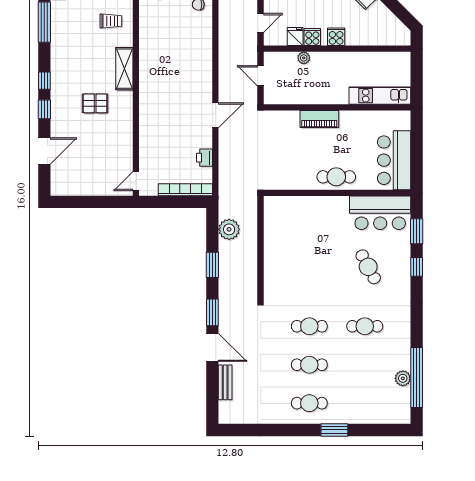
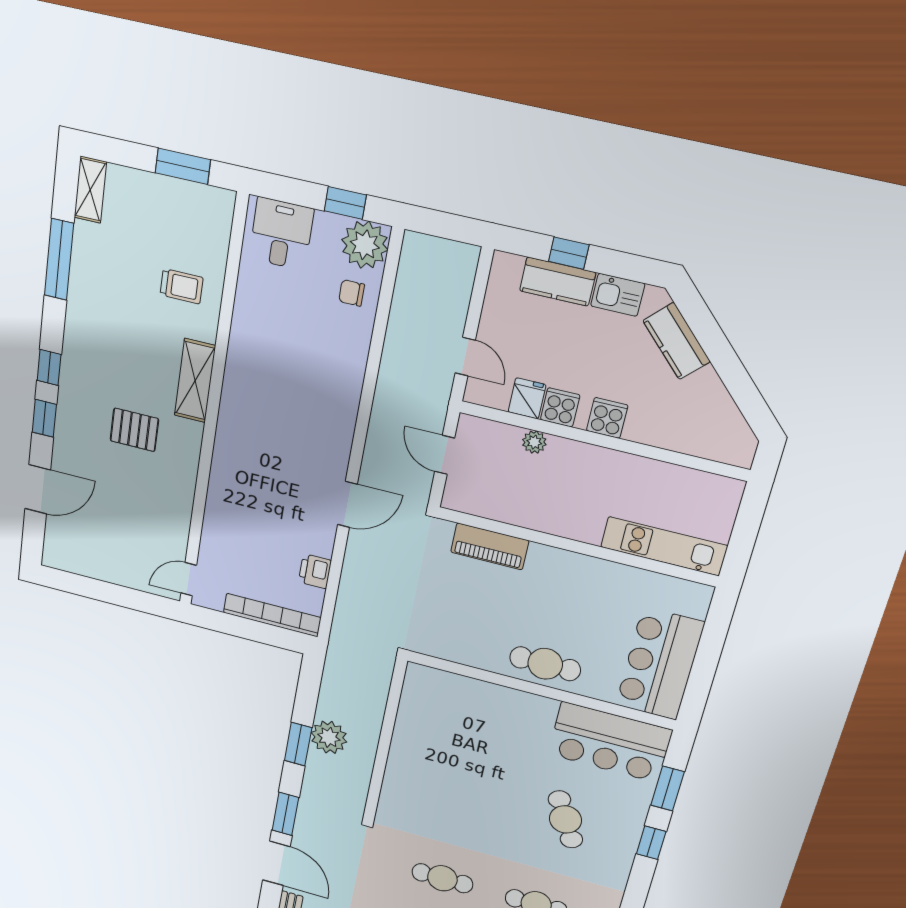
door: (261, 23) -> (465, 357), hinge flipped
piano: (319, 119) -> (490, 546), moved
plant: (229, 229) -> (329, 737), moved

